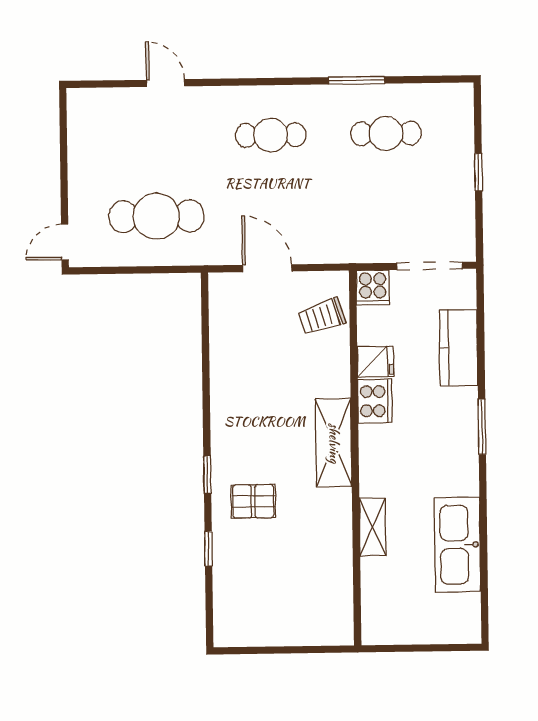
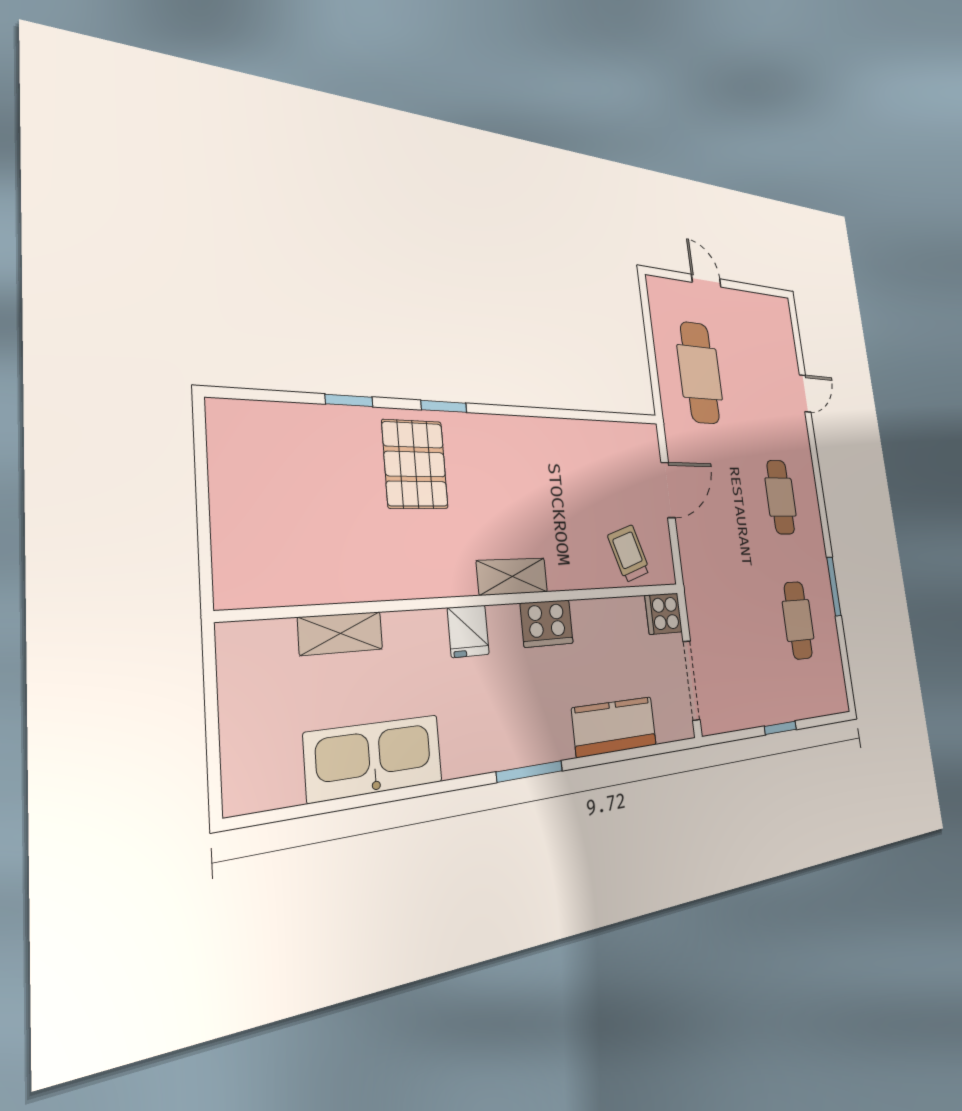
door: (65, 242) -> (706, 281), moved
fridge: (375, 362) -> (468, 631), moved
shelving: (334, 443) -> (512, 576), width x0.67, depth x0.75
pallet: (253, 501) -> (415, 464), width x1.50, depth x1.42
shelving: (373, 527) -> (341, 633), moved

